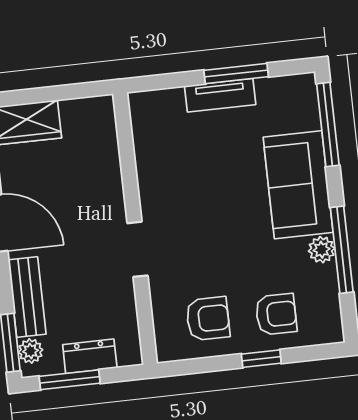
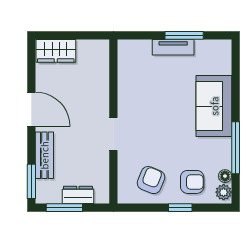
window: (328, 125) -> (236, 72), removed
plant: (322, 250) -> (224, 192), moved
floor lamp: (329, 299) -> (225, 176), added
armchair: (208, 319) -> (151, 180), turned -68
plant: (31, 351) -> (43, 188), removed

